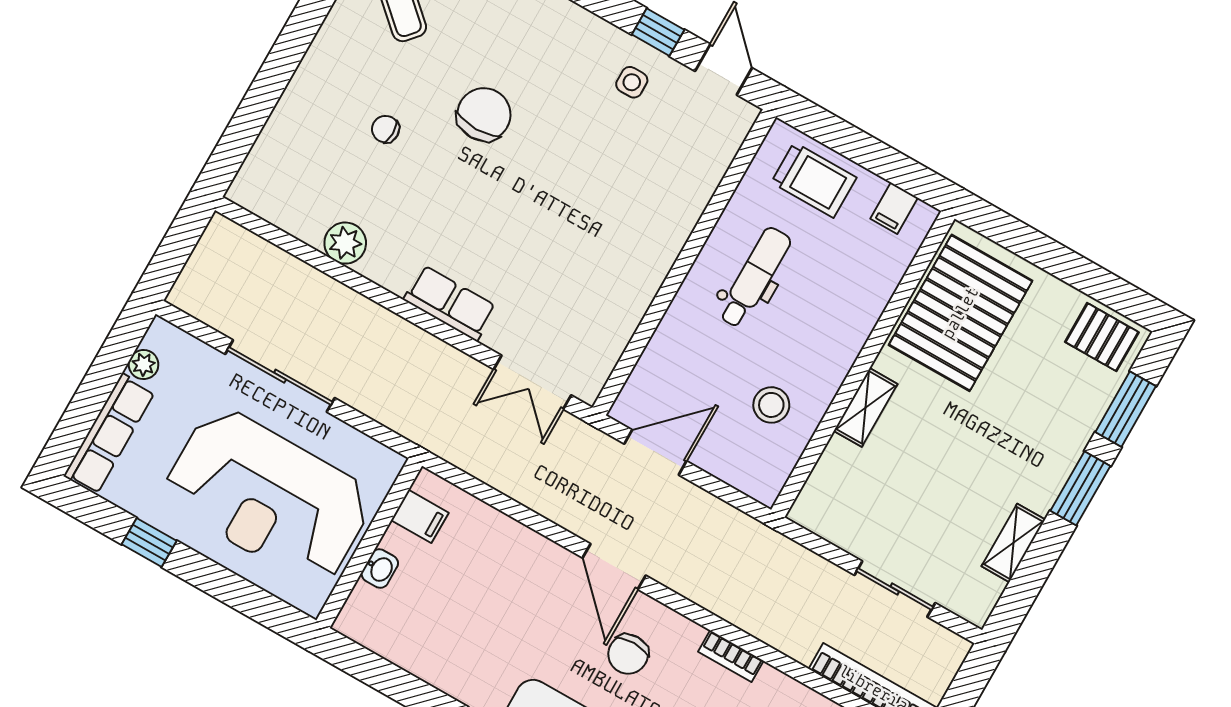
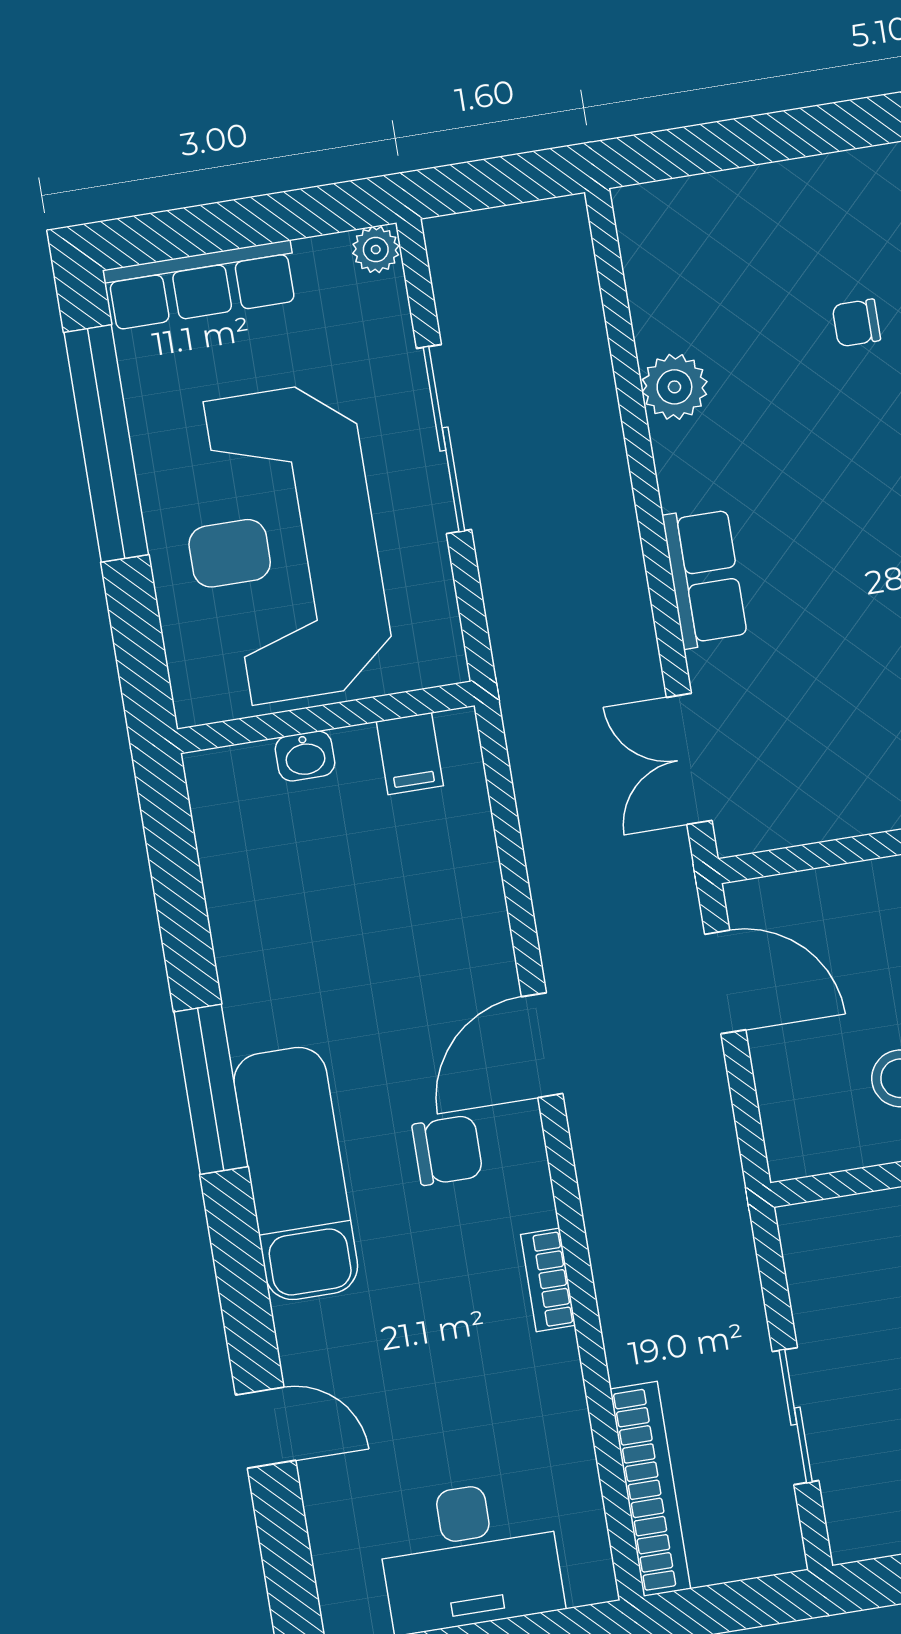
chair: (386, 129) -> (856, 323), turned -90
plant: (144, 365) -> (376, 250), moved
window: (149, 542) -> (106, 443), width x3.17
chair: (628, 654) -> (447, 1150), turned 180

